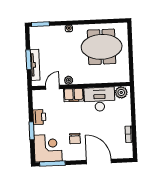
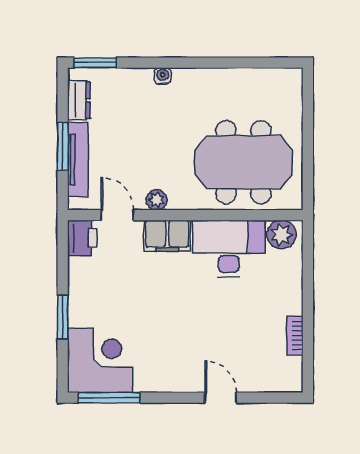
dresser: (34, 40) -> (79, 100), added
meeting table: (102, 47) -> (243, 162), moved
door: (53, 87) -> (117, 215), hinge flipped
printer: (39, 117) -> (82, 238), moved
chair: (75, 139) -> (166, 340), removed
door: (99, 162) -> (221, 398), width x0.53

